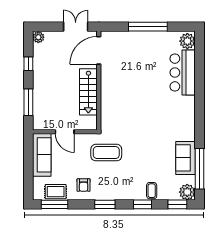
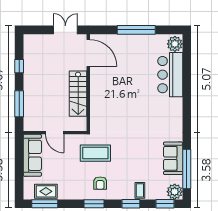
plant: (38, 37) -> (29, 40), removed
door: (99, 50) -> (88, 53), swing flipped
armchair: (84, 185) -> (100, 183), moved

